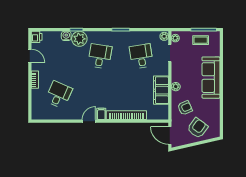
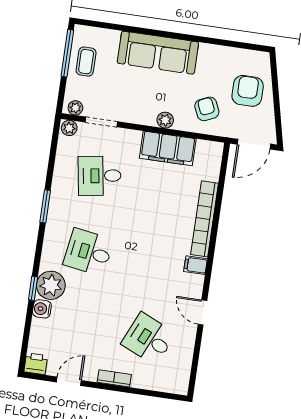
door: (89, 121) -> (202, 312), moved
armchair: (198, 128) -> (248, 91), turned 54

